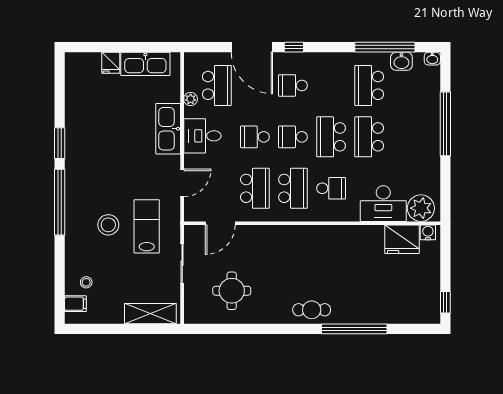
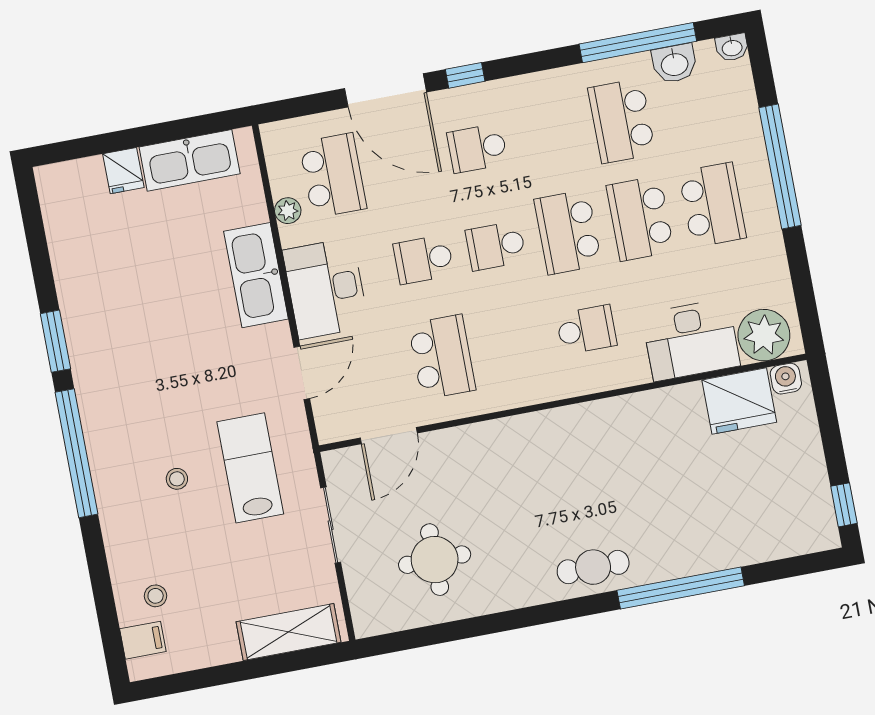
desk: (202, 136) -> (326, 289), width x1.37
school desk: (293, 188) -> (712, 205), moved
stool: (108, 225) -> (177, 479), width x0.53, depth x0.53

